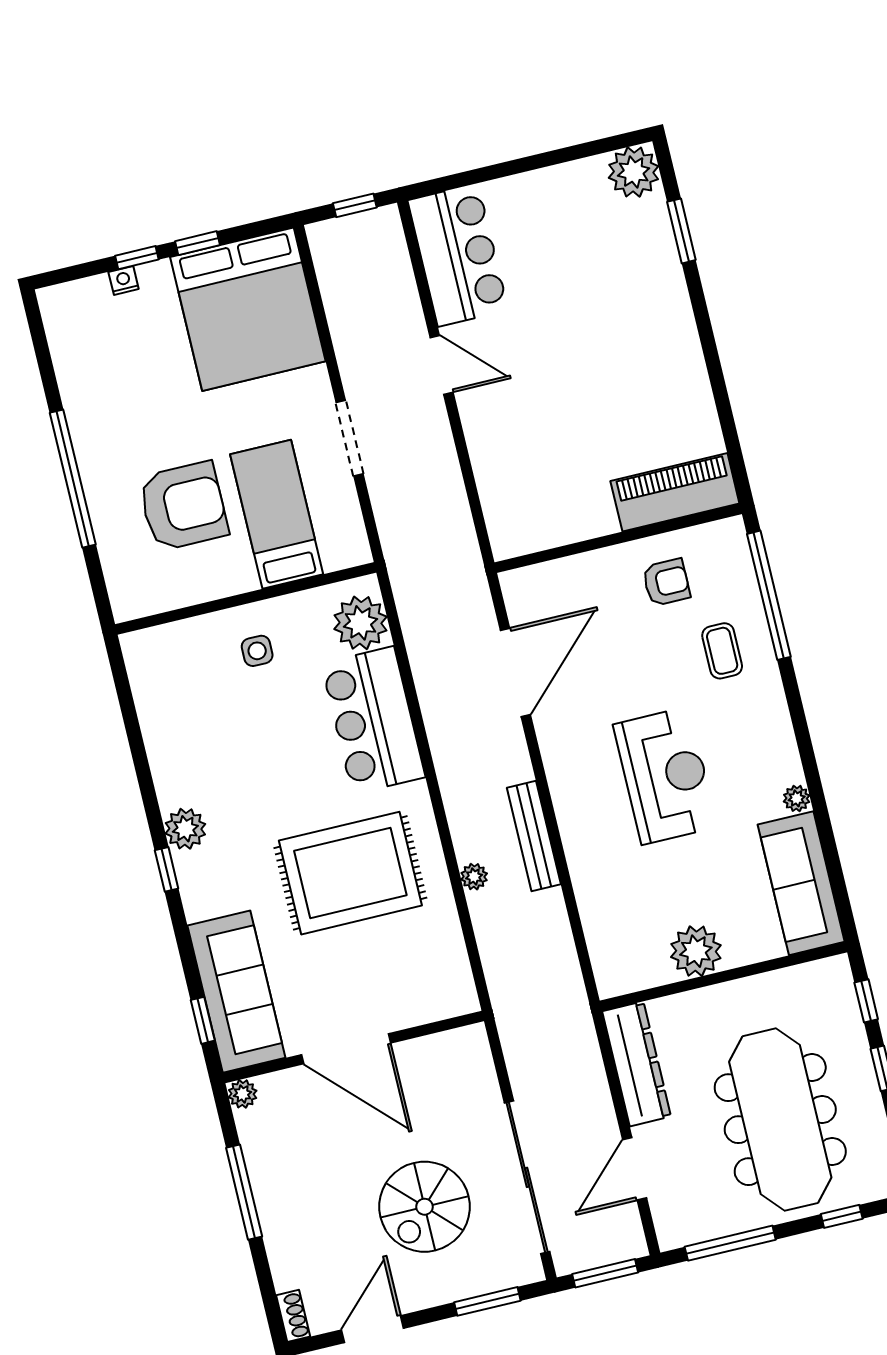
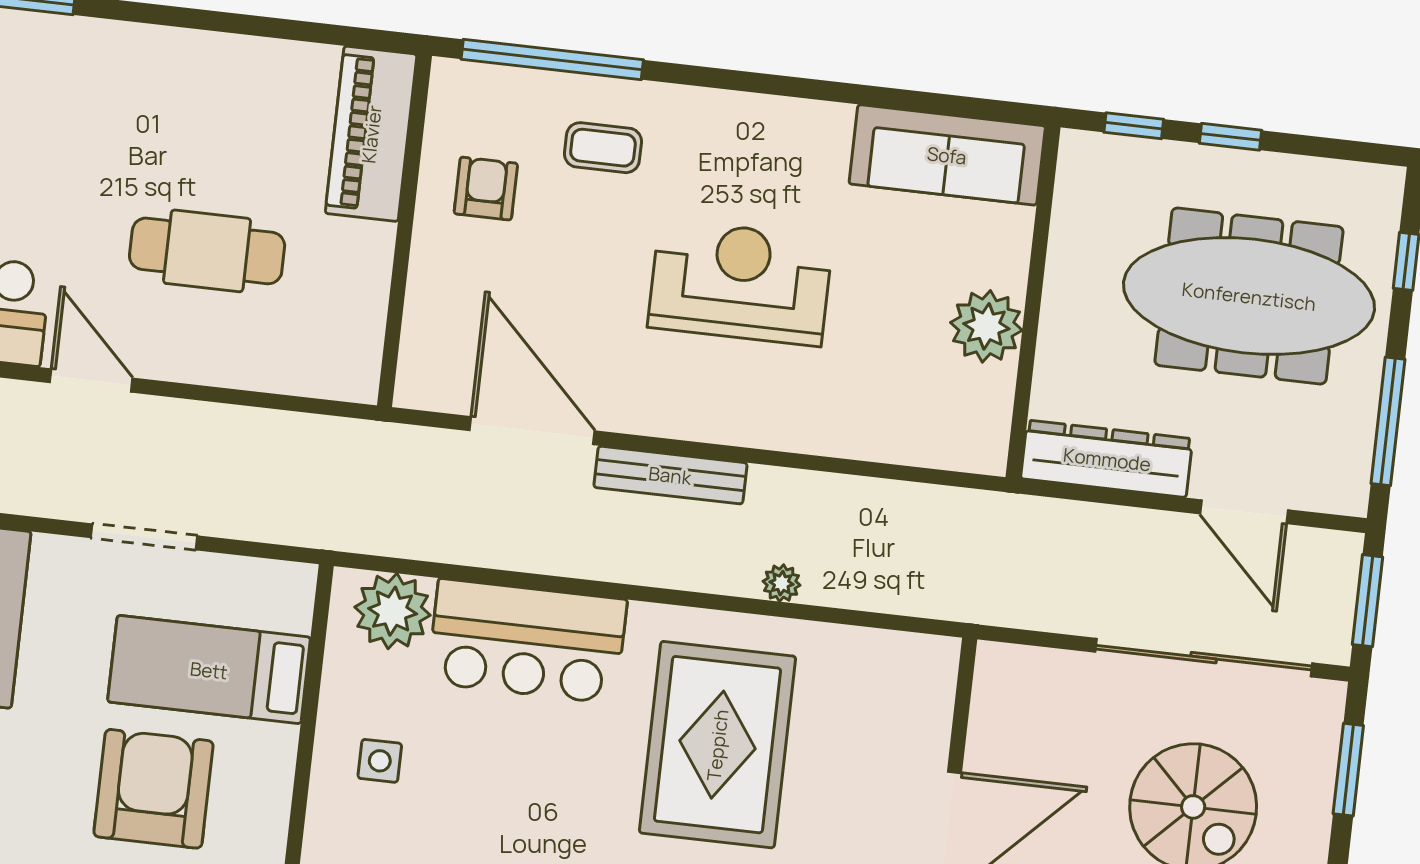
door: (442, 365) -> (91, 380), hinge flipped
cafe table: (557, 411) -> (207, 251), added
plant: (797, 798) -> (833, 120), removed
bench: (534, 836) -> (670, 475), moved

